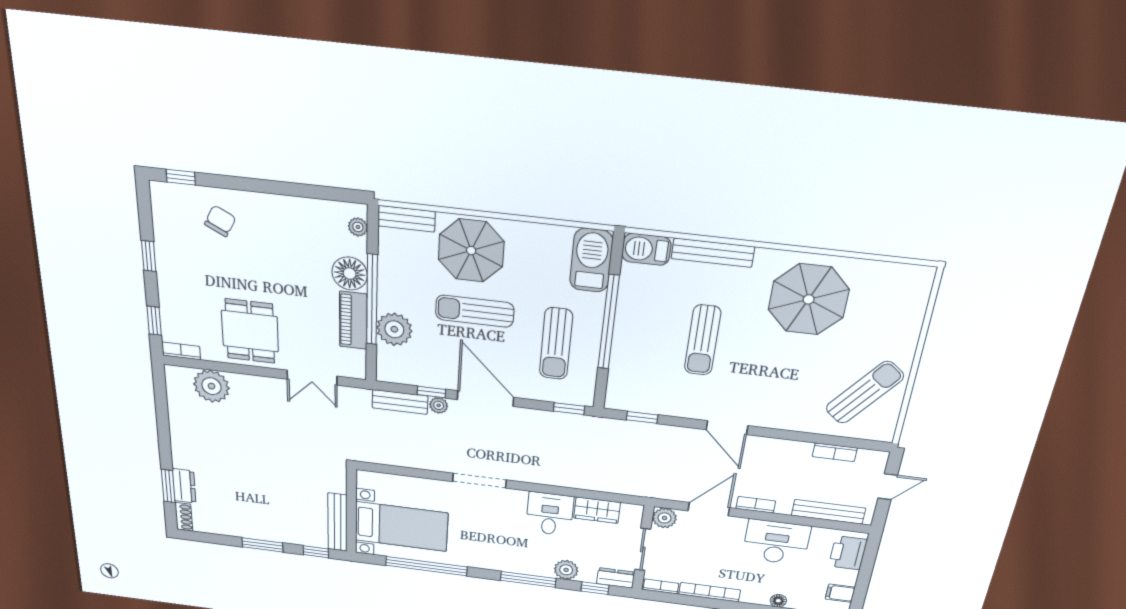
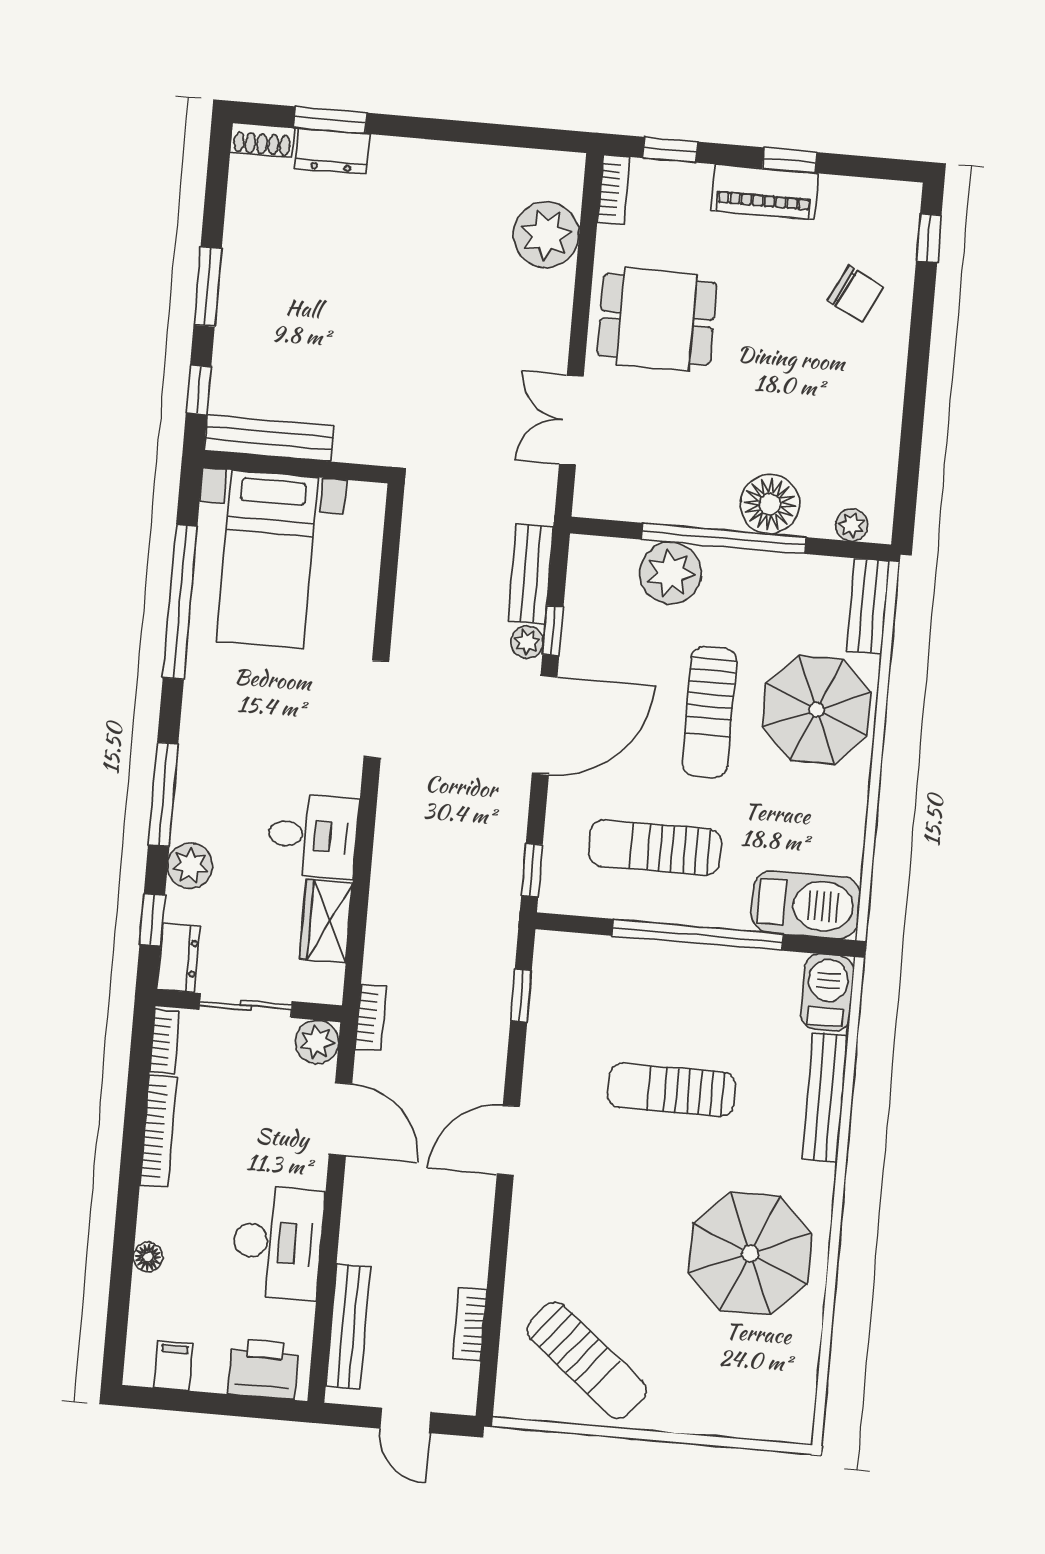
sun lounger: (475, 311) -> (709, 712), turned 180
piano: (353, 320) -> (764, 192), moved, turned 180
bookcase: (756, 505) -> (371, 1018), moved

